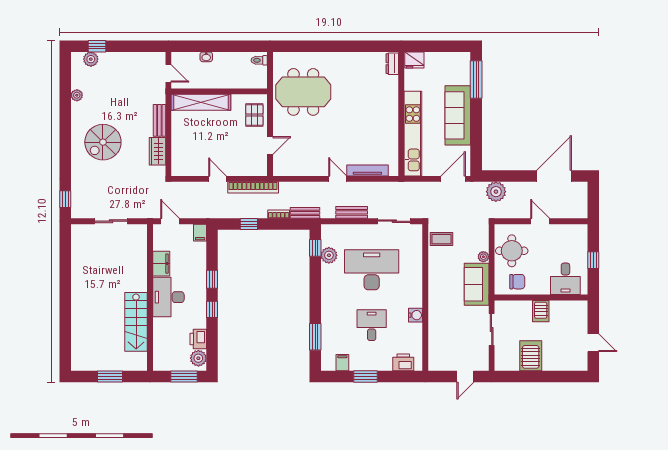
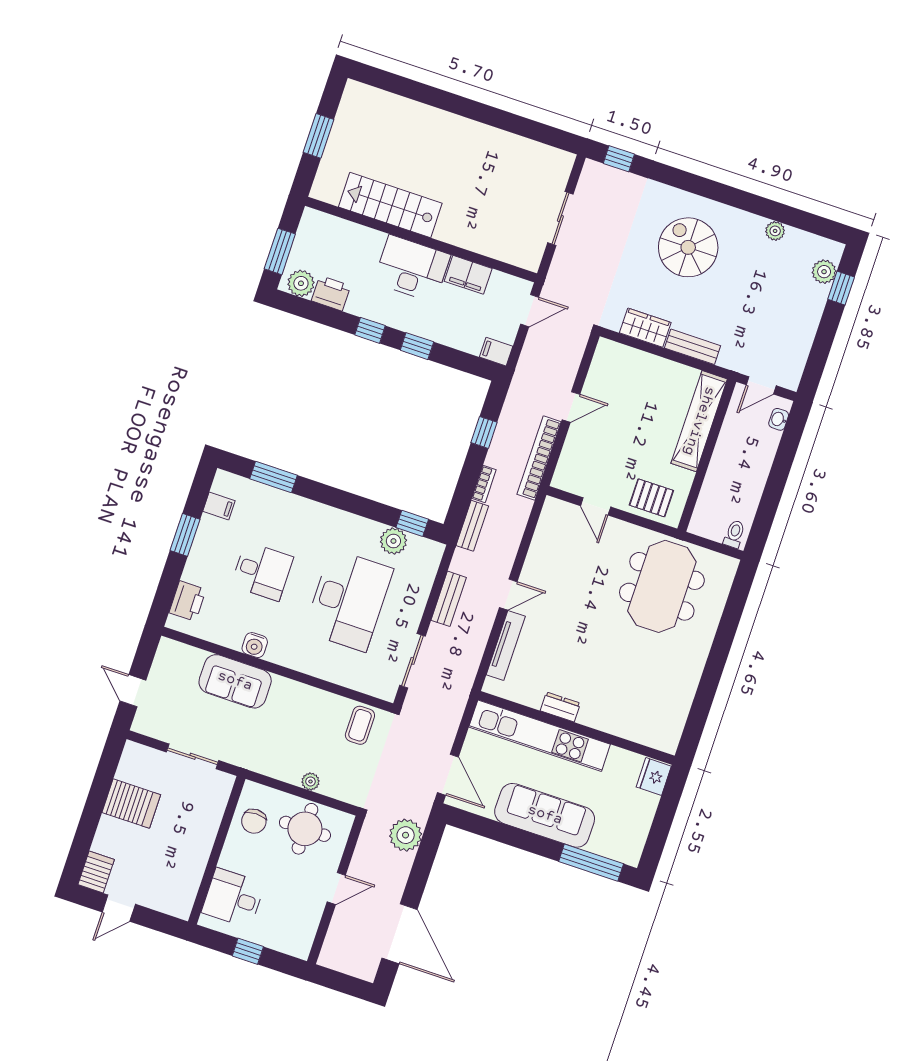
washbasin: (206, 57) -> (779, 419), moved
dresser: (392, 64) -> (560, 707), moved
sofa: (477, 284) -> (235, 681), moved, turned 180
server rack: (541, 311) -> (96, 872), moved, turned 90

